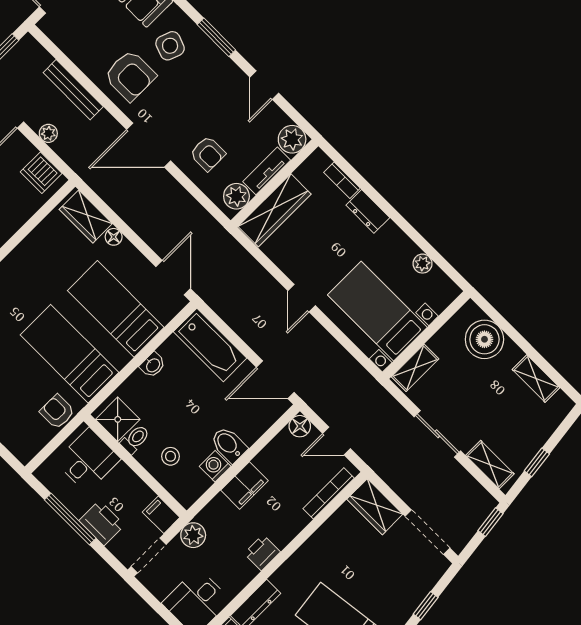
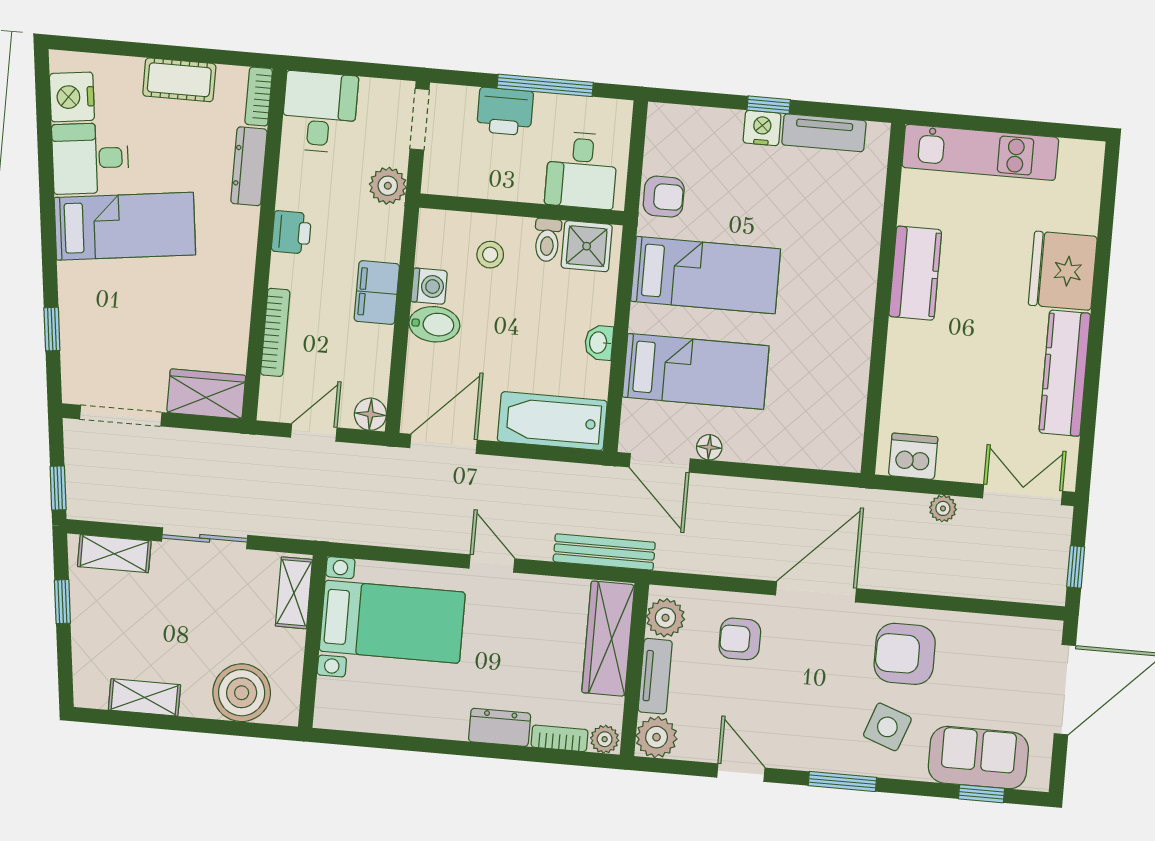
bench: (73, 90) -> (604, 552), moved
wardrobe: (86, 217) -> (820, 449), removed
floor lamp: (114, 237) -> (709, 447), moved
plant: (423, 264) -> (605, 739), moved
bookcase: (329, 493) -> (275, 332), moved
filing cabinet: (161, 515) -> (445, 178), removed

